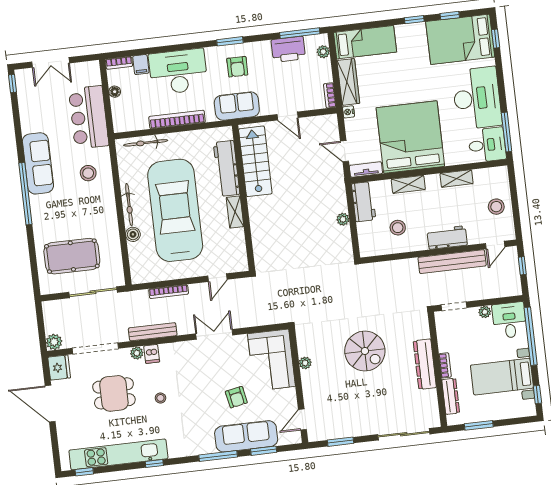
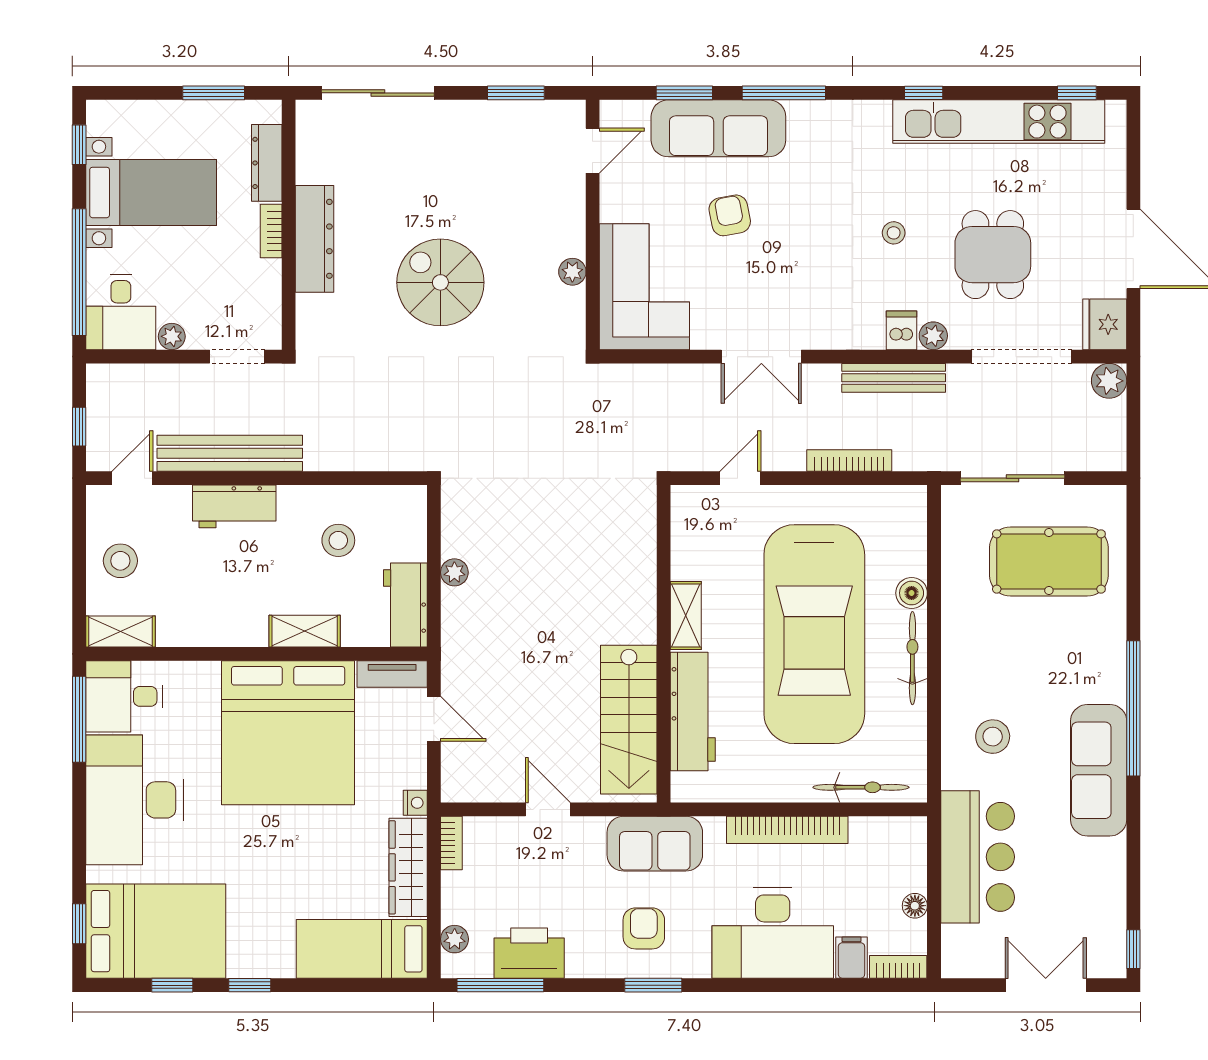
shelving: (457, 178) -> (120, 632), moved
dining table: (114, 393) -> (993, 255), turned 90

